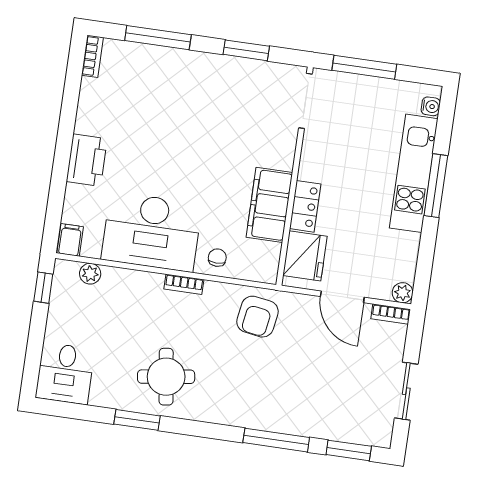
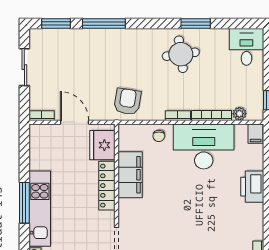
locker: (305, 206) -> (107, 186), width x1.53
bookcase: (133, 277) -> (212, 115), added
plant: (403, 293) -> (36, 130), removed

